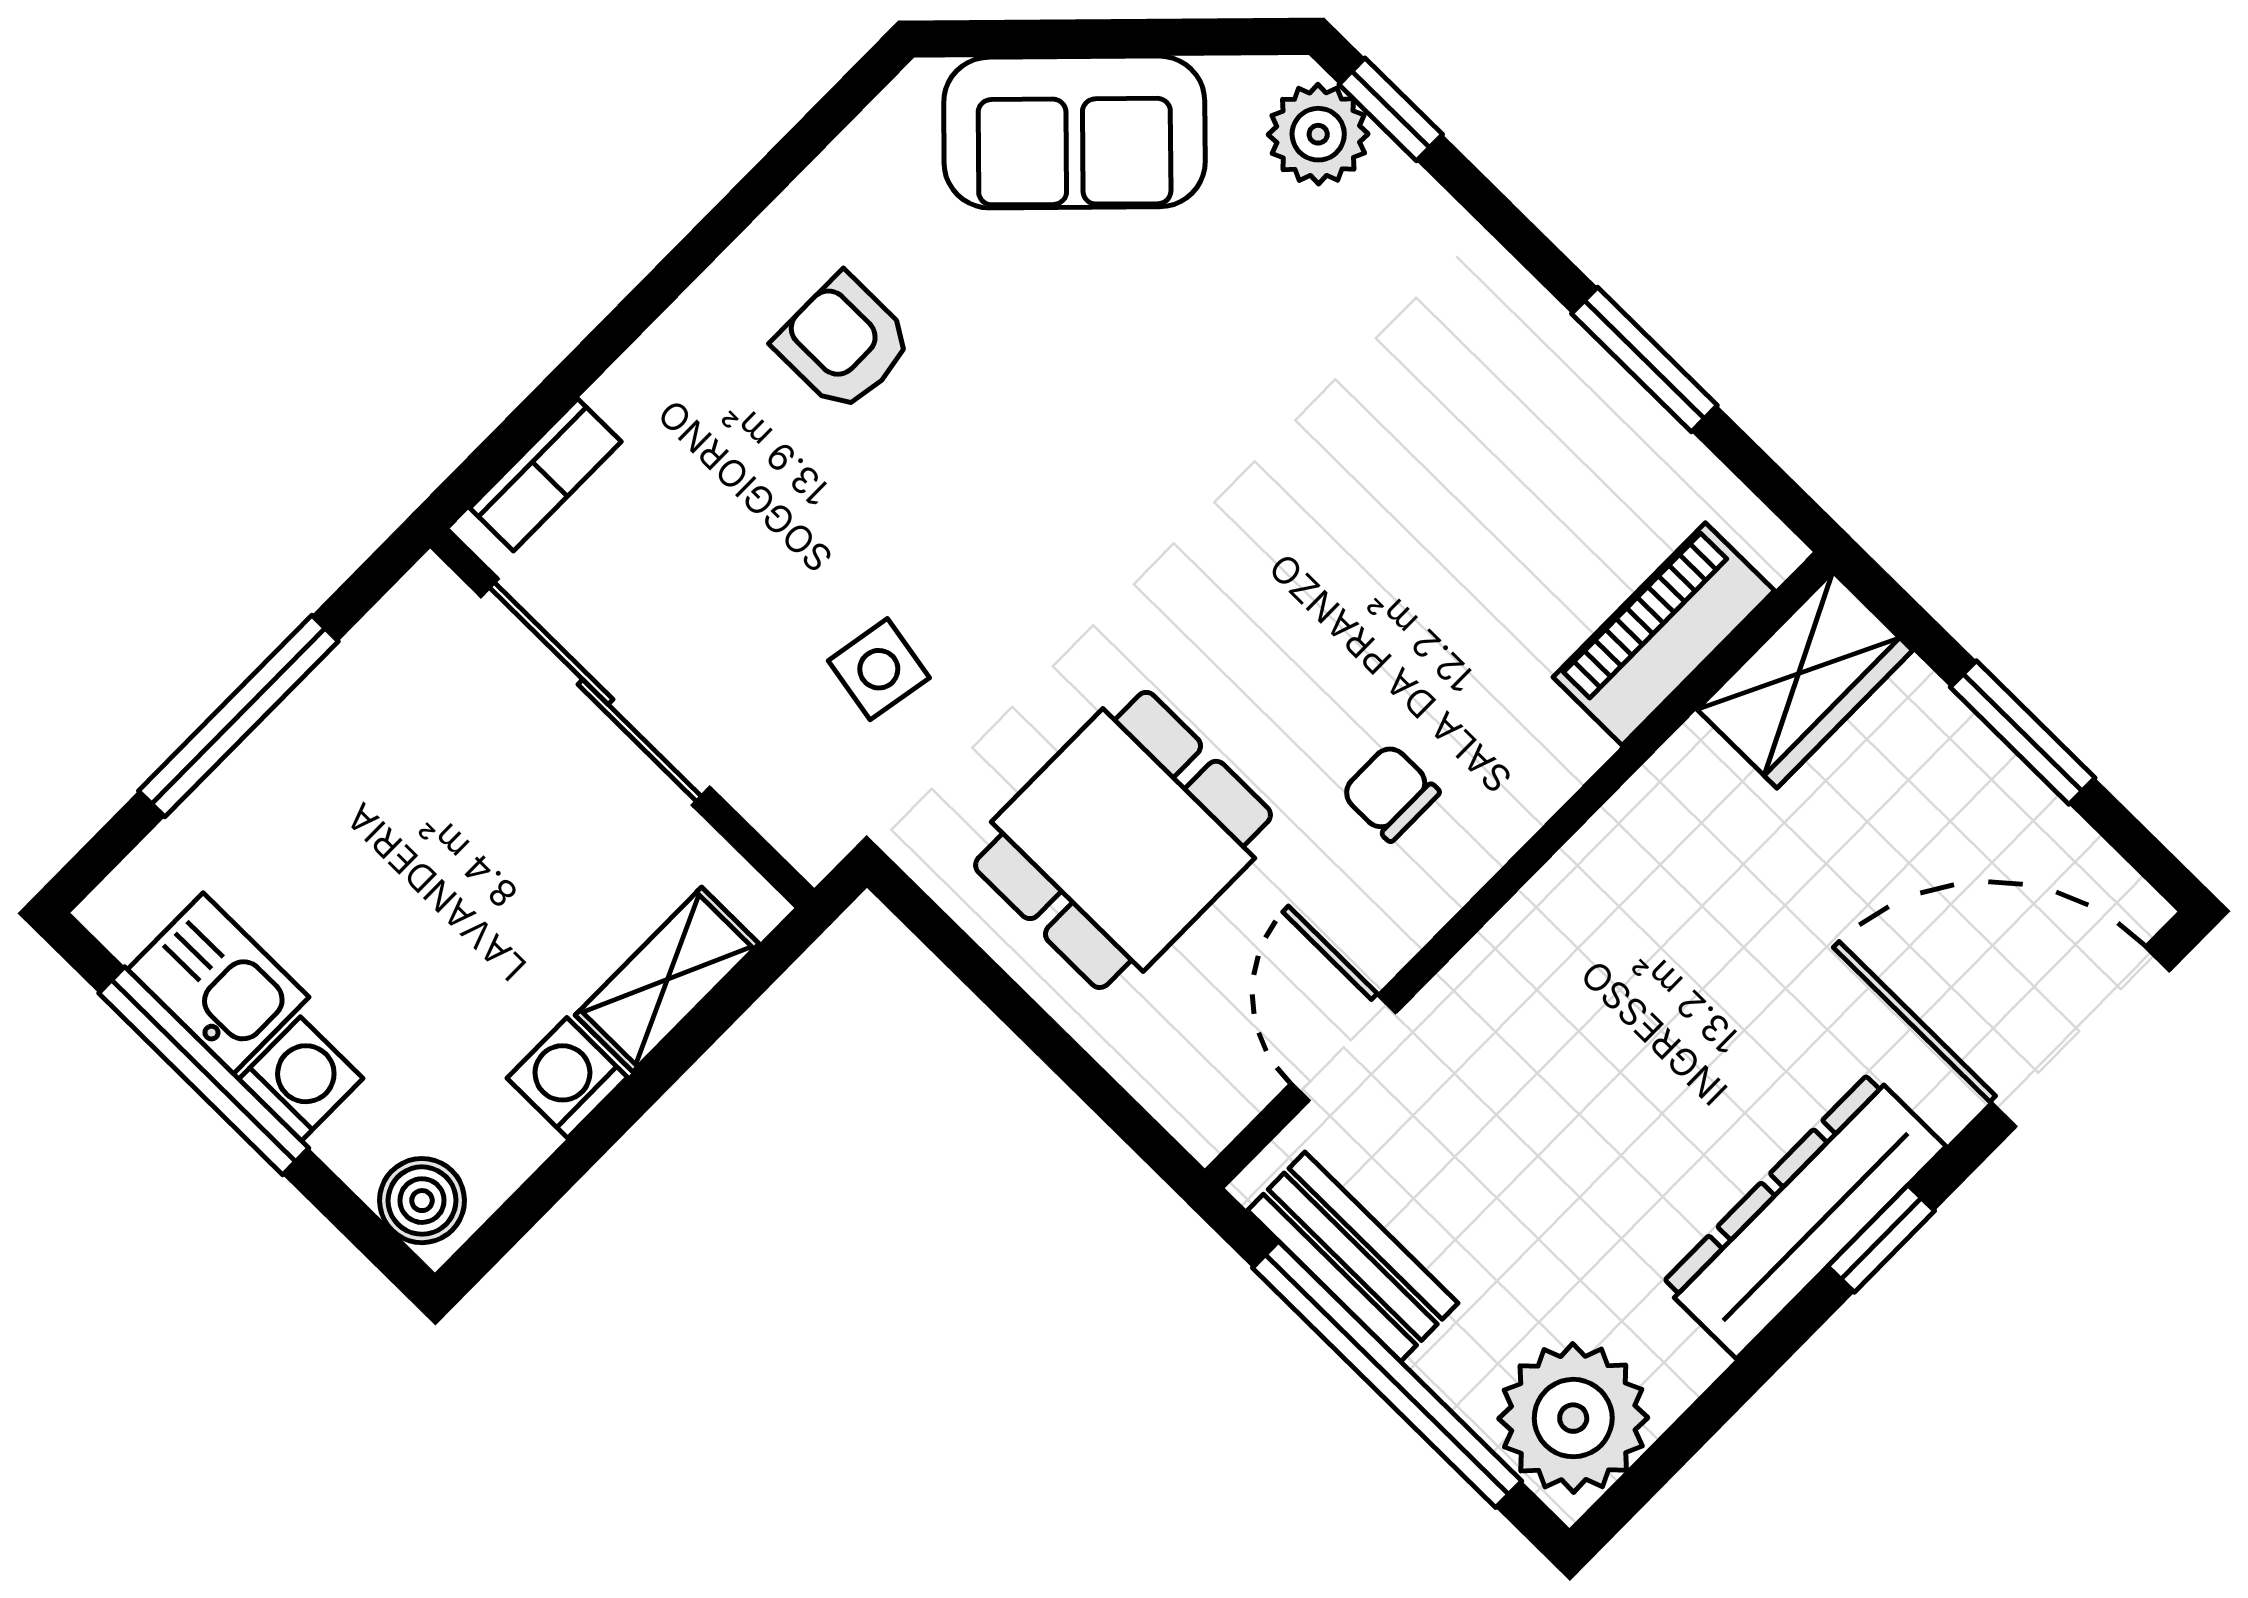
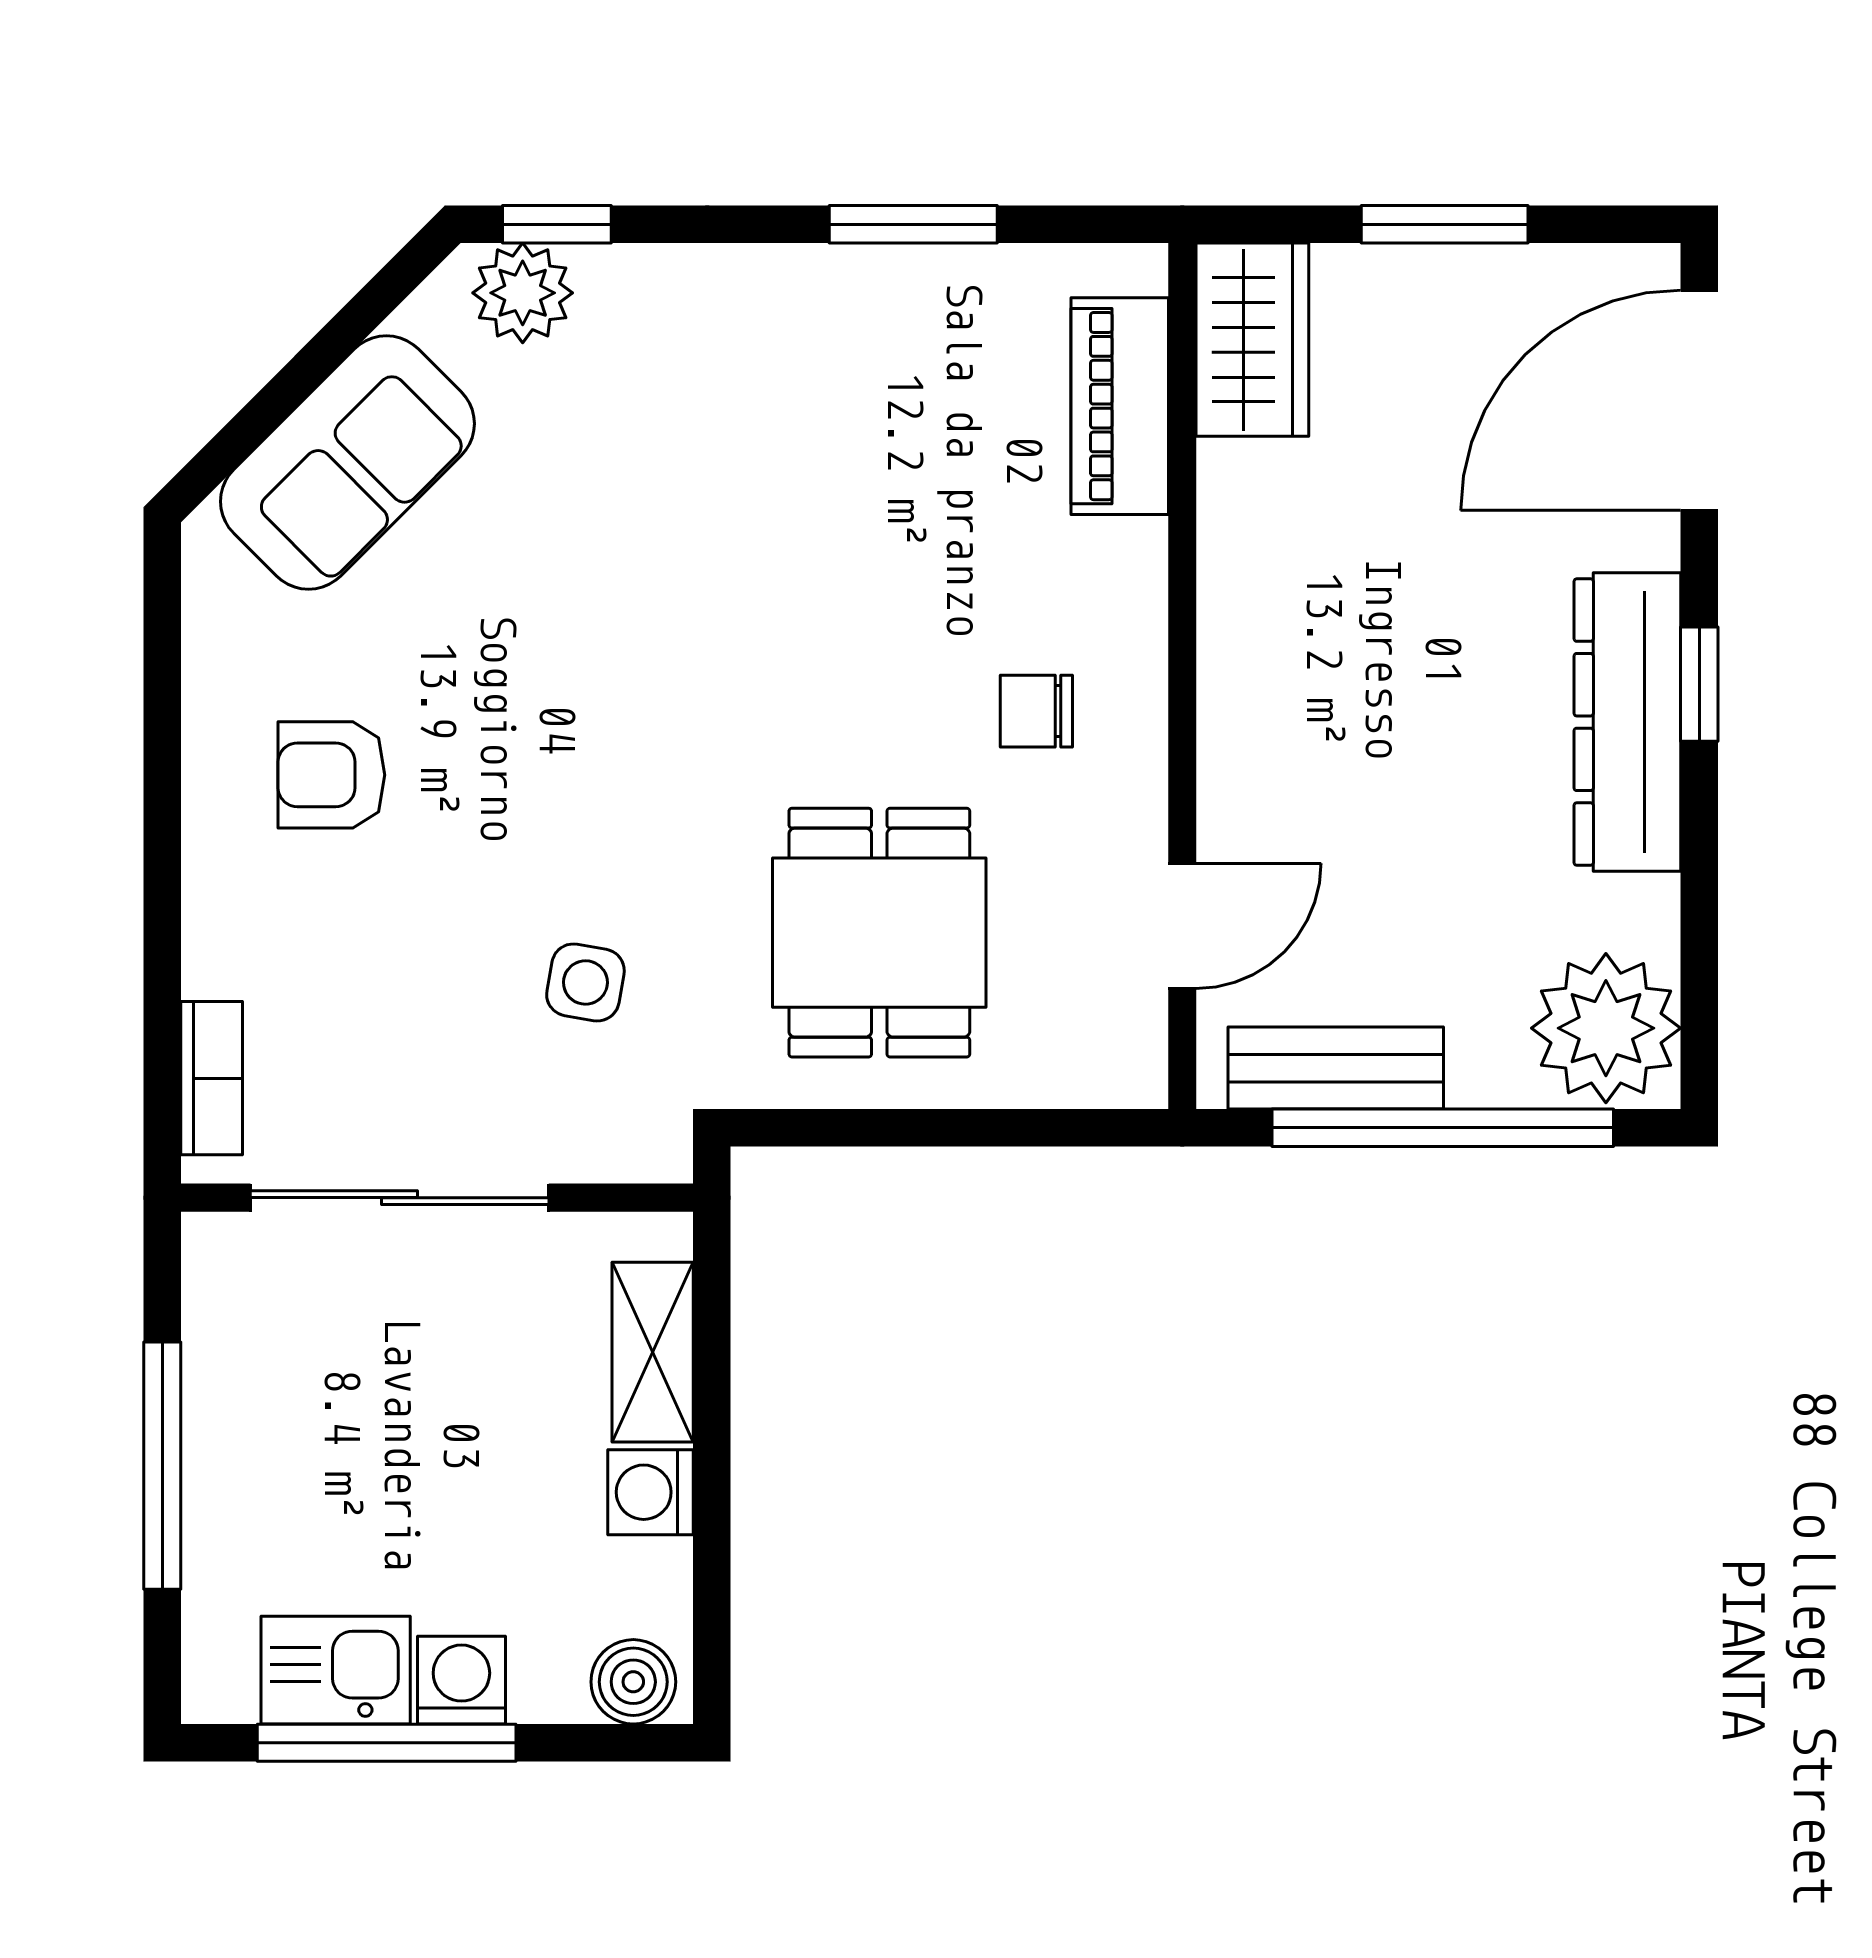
door: (1343, 1048) -> (1182, 926), swing flipped

